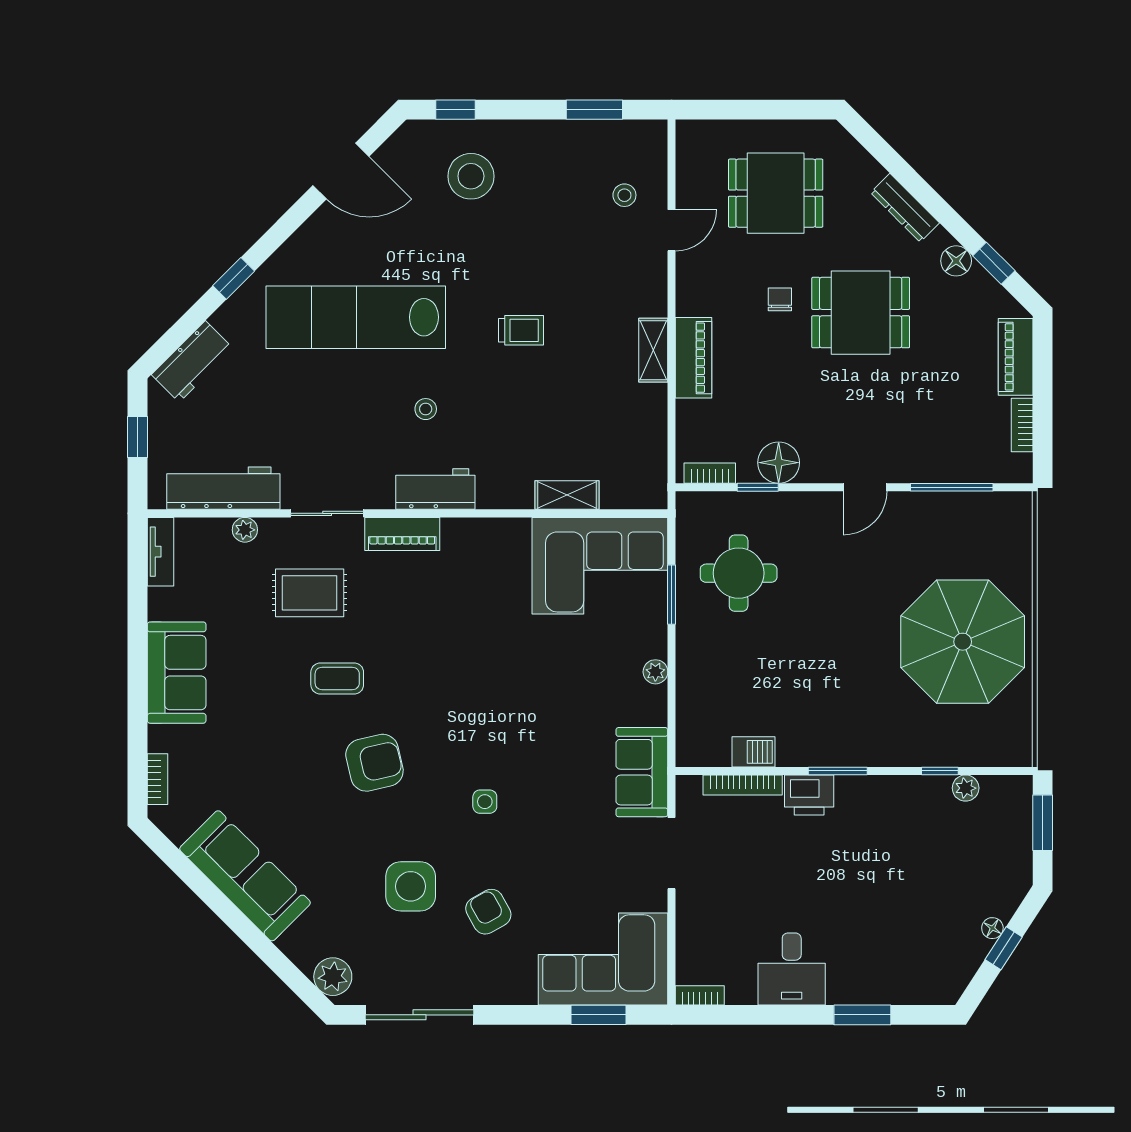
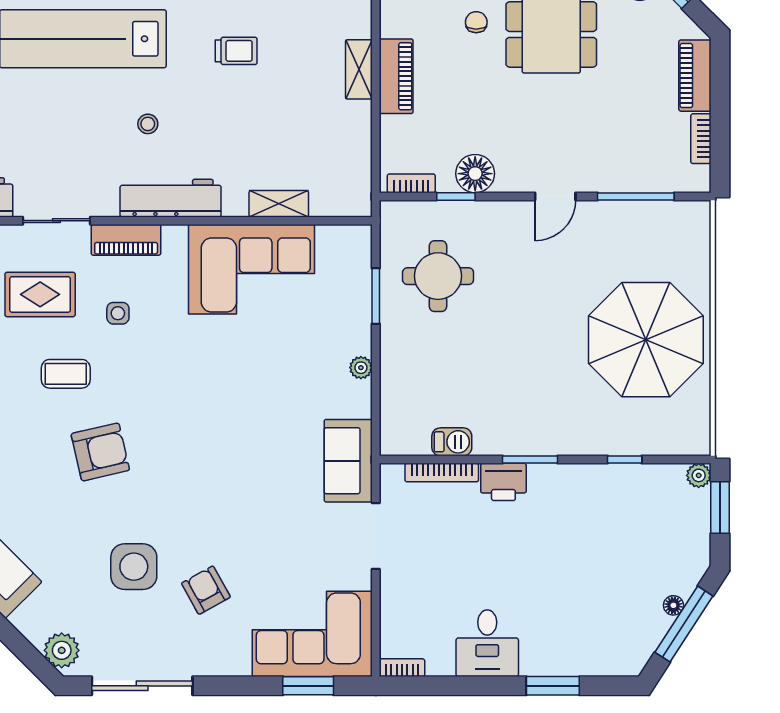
workbench: (435, 489) -> (171, 198), width x1.38
corner sofa: (600, 566) -> (252, 269), moved
plant: (966, 788) -> (699, 475), moved
side table: (485, 802) -> (118, 313), moved
window: (1004, 948) -> (684, 624), width x2.17

